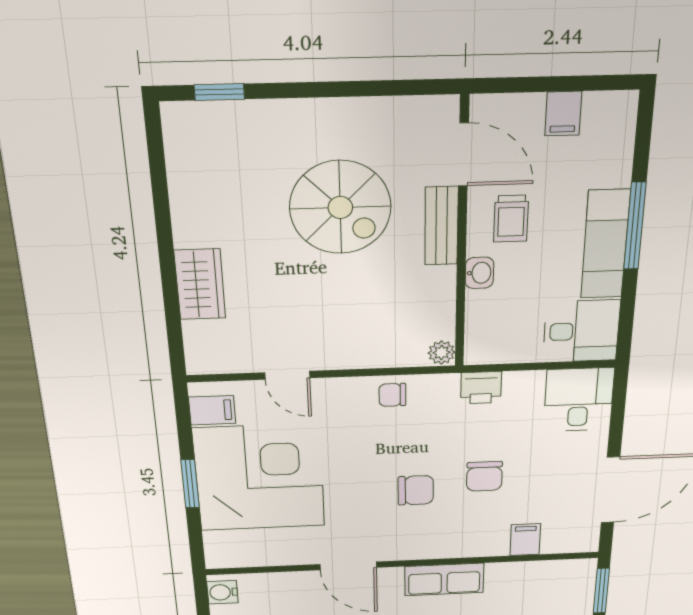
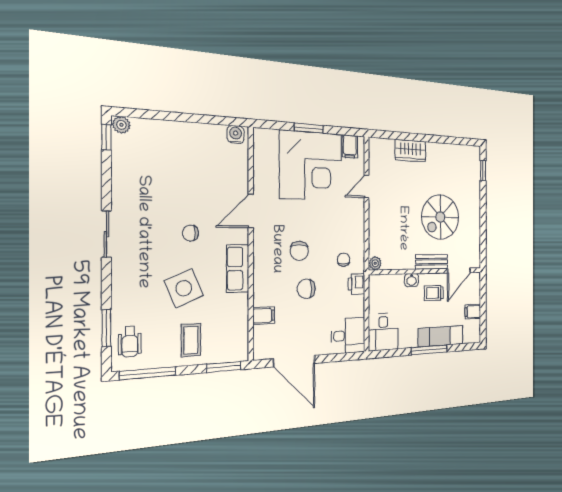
exam couch: (605, 244) -> (441, 336), moved
chair: (392, 395) -> (344, 260), moved

